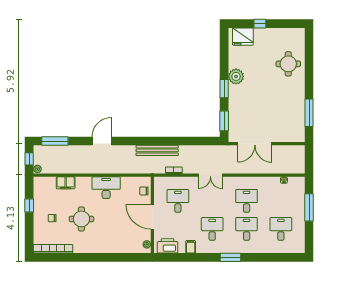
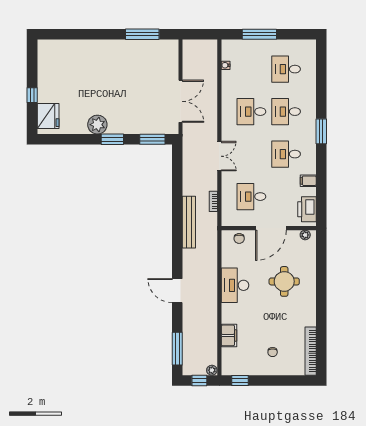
round table: (288, 64) -> (82, 60), removed
window: (29, 205) -> (240, 380), moved
round table: (81, 219) -> (284, 281), moved

